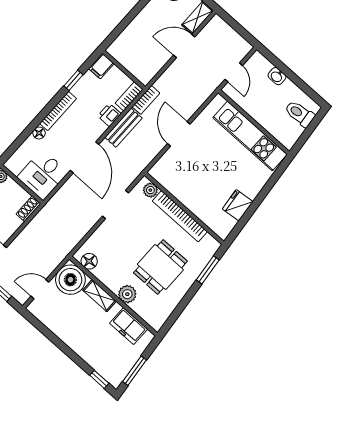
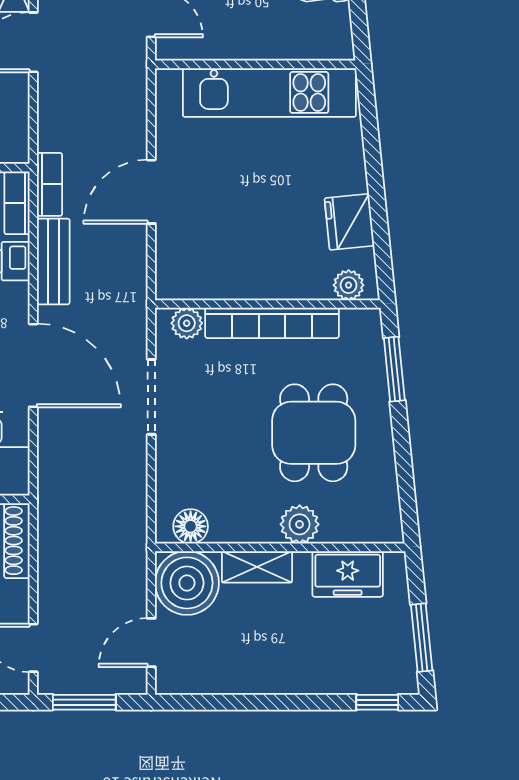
door: (179, 134) -> (151, 192), hinge flipped
shoe rack: (28, 209) -> (17, 541), width x1.43
plant: (218, 227) -> (349, 285), added

